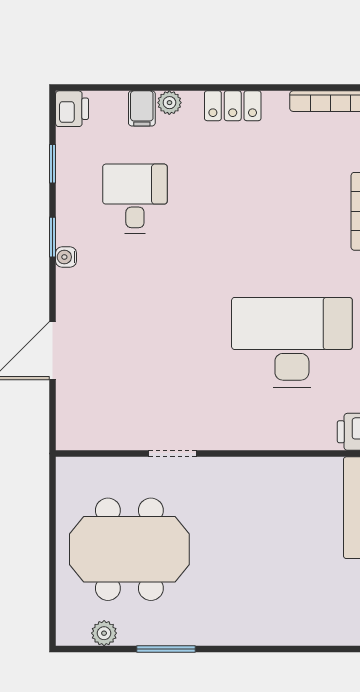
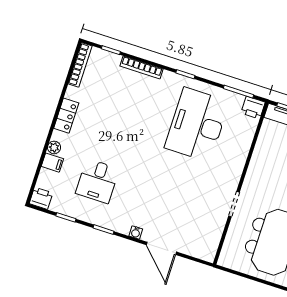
desk: (135, 199) -> (97, 181), turned -90
water cooler: (66, 257) -> (136, 232), moved

